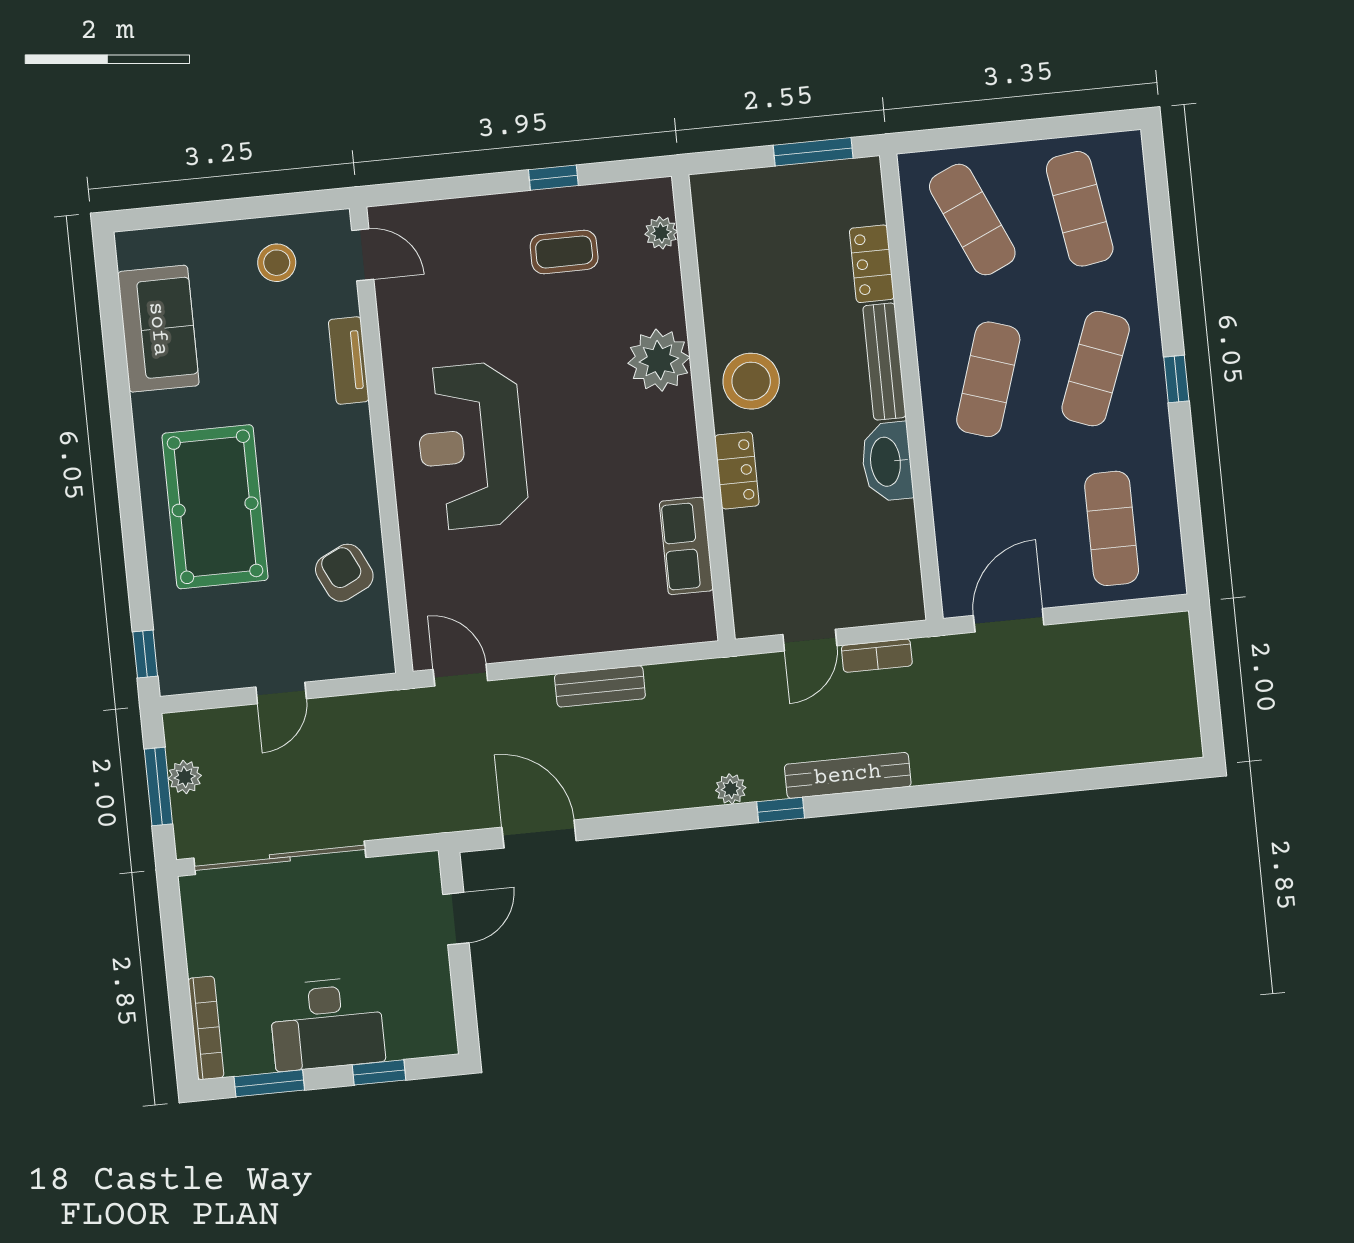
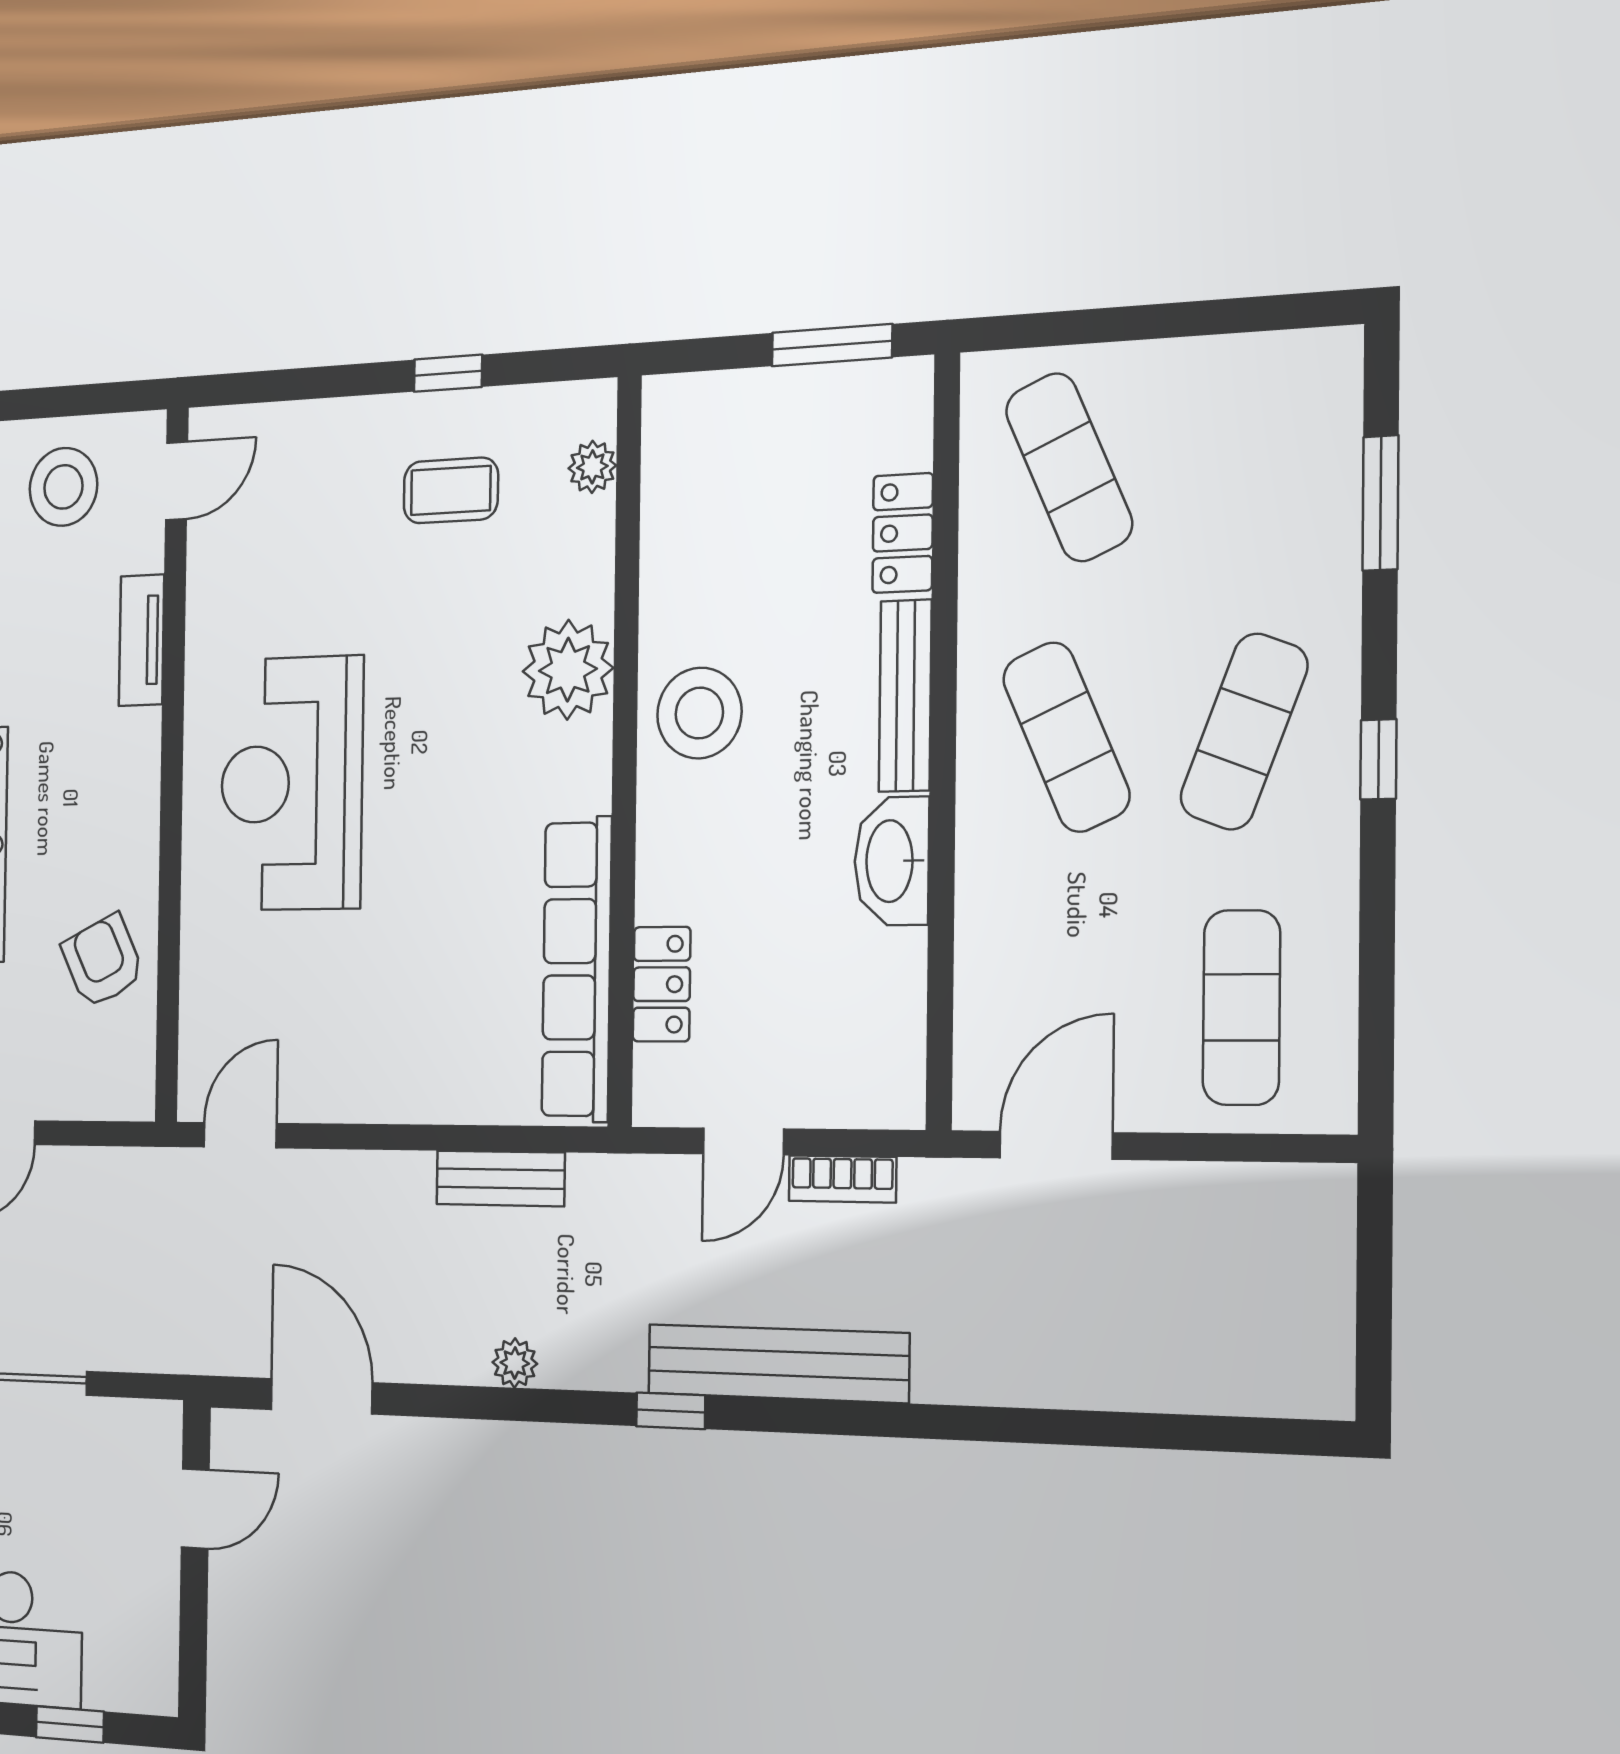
exercise mat: (1080, 209) -> (1246, 457), removed
window: (1162, 232) -> (1380, 503), added
door: (363, 255) -> (177, 481), hinge flipped
stool: (277, 263) -> (63, 487), width x1.38, depth x1.38
exercise mat: (988, 379) -> (1066, 737), turned -42
locker: (737, 470) -> (662, 984), moved
row of seats: (686, 546) -> (577, 969), width x2.02
door: (460, 675) -> (240, 1135), hinge flipped
bench: (600, 686) -> (500, 1178), moved
bench: (848, 775) -> (778, 1363), width x1.37, depth x1.21
plant: (731, 789) -> (515, 1363), moved

